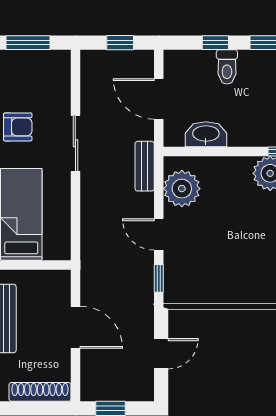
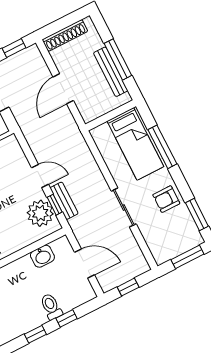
washbasin: (206, 134) -> (42, 256), width x0.72
bench: (145, 166) -> (64, 201), moved
window: (159, 278) -> (55, 205), moved
door: (75, 327) -> (63, 89), hinge flipped

